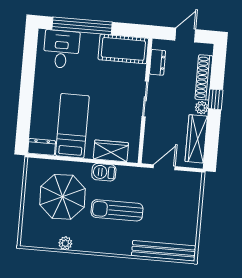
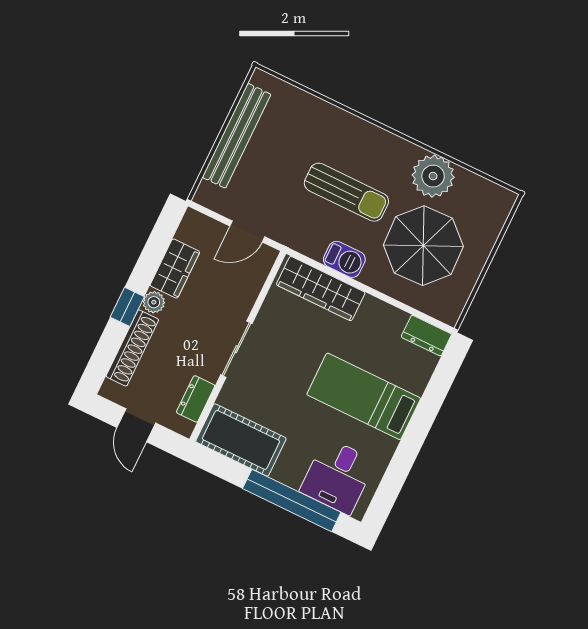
door: (185, 35) -> (136, 425), hinge flipped
bed: (72, 126) -> (364, 396), moved, turned 90
wardrobe: (196, 139) -> (175, 269), width x0.67
wardrobe: (111, 151) -> (321, 289), width x1.50
plant: (65, 243) -> (433, 176), width x1.88, depth x1.88
bench: (163, 251) -> (237, 136), moved, turned 90

